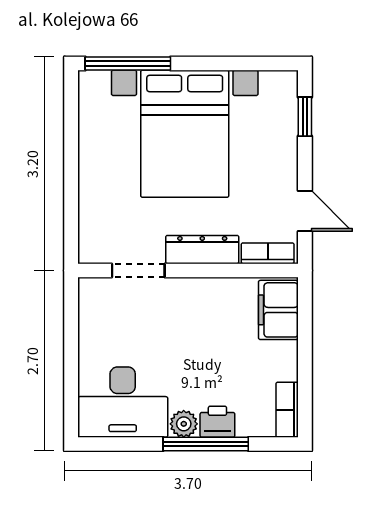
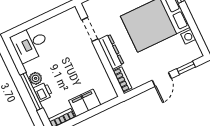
door: (305, 211) -> (162, 79), moved
filing cabinet: (278, 310) -> (85, 103), moved
desk: (123, 402) -> (30, 44), width x0.73

